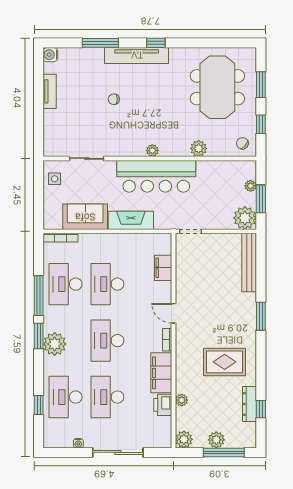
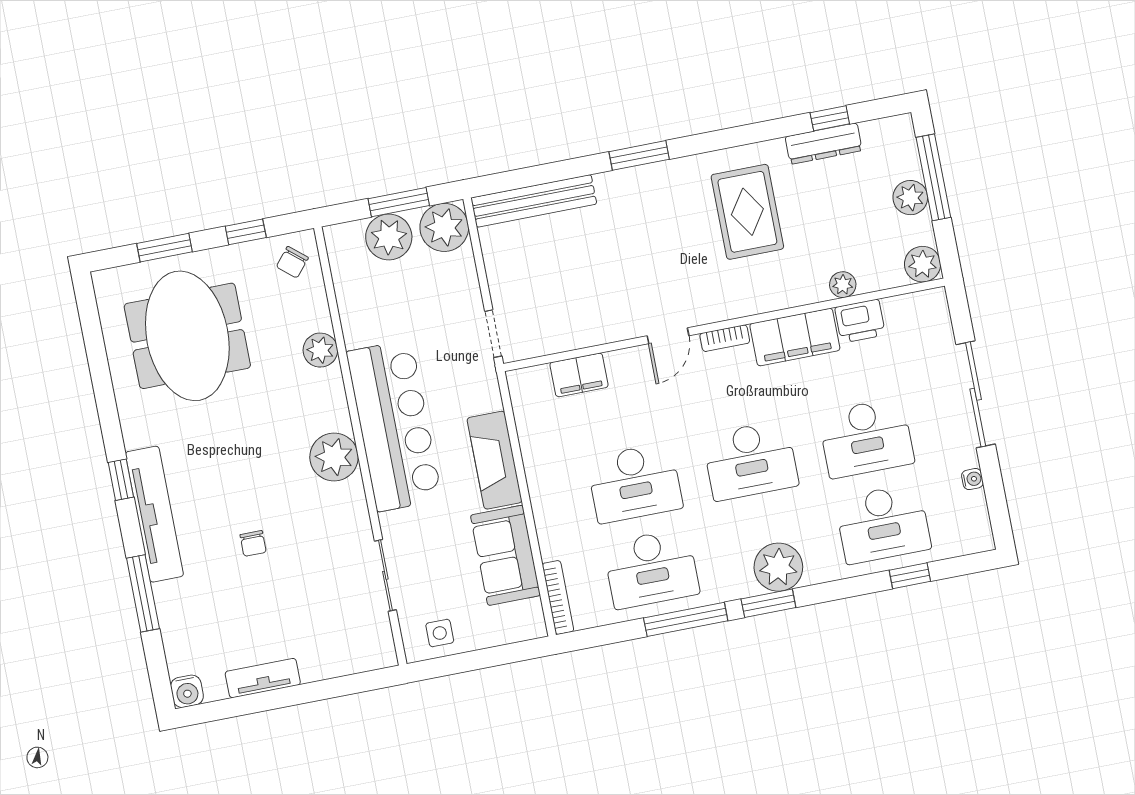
meeting table: (217, 87) -> (187, 336), turned 90
plant: (152, 151) -> (334, 457), width x1.87, depth x1.87
plant: (251, 186) -> (389, 237), width x1.88, depth x1.88

